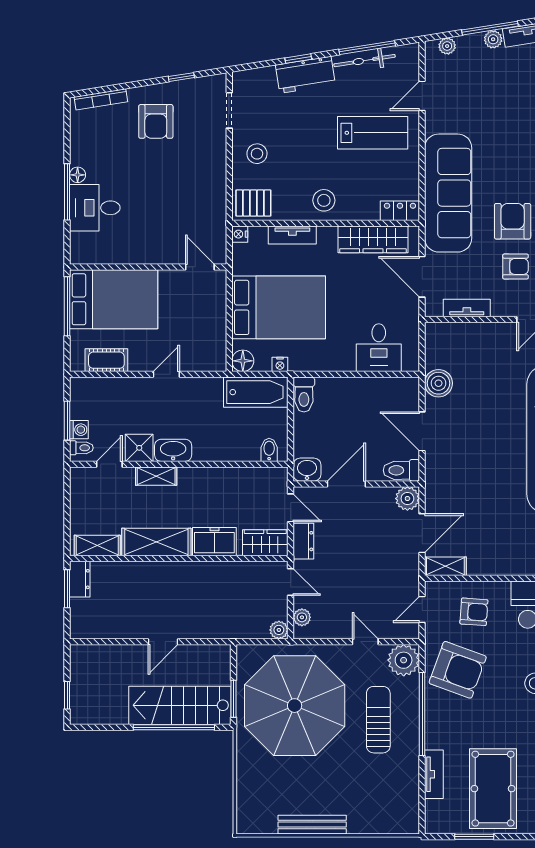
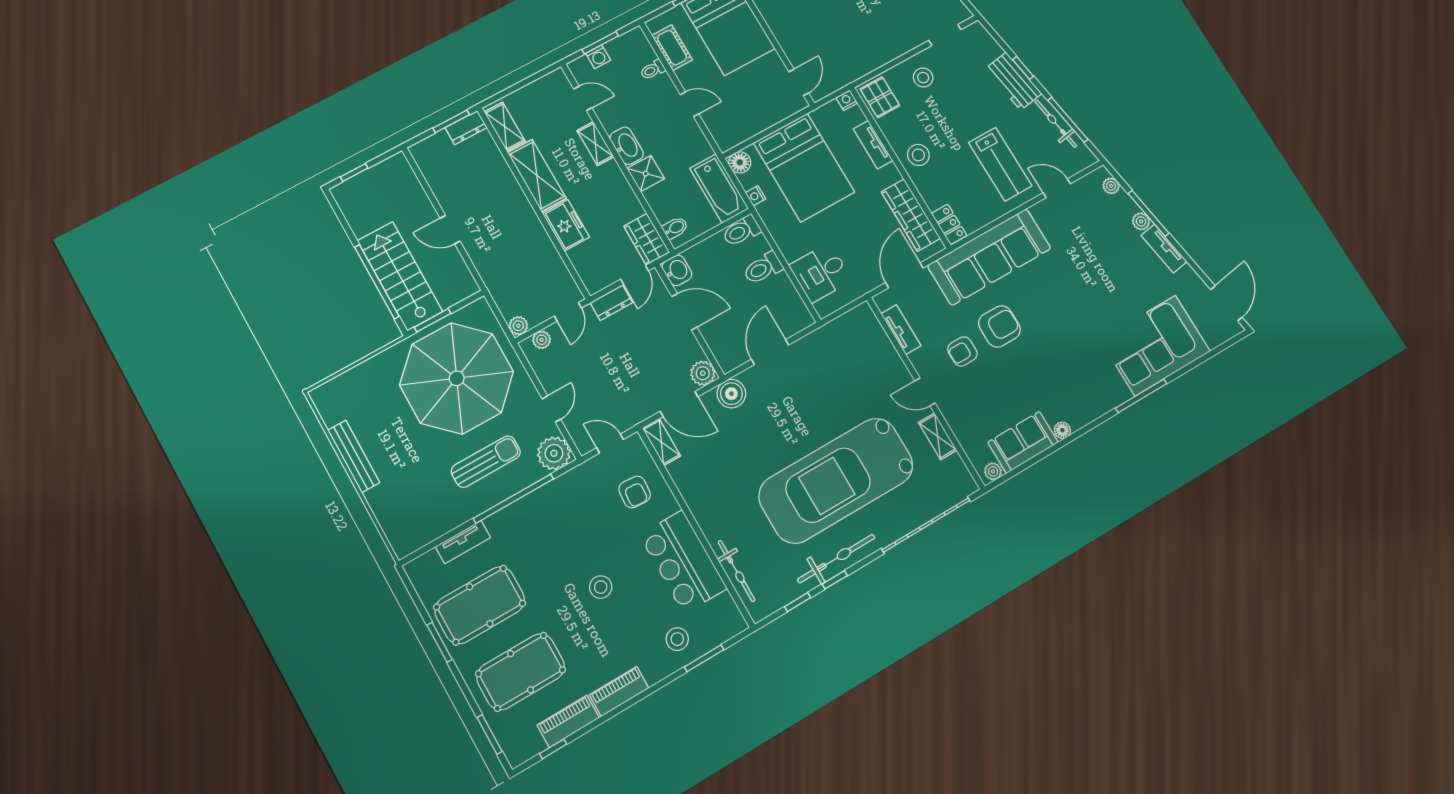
armchair: (515, 266) -> (962, 351), turned 90
boiler: (438, 383) -> (731, 394), moved
toilet: (81, 448) -> (653, 70), moved, turned 90
shower: (139, 448) -> (646, 174), moved
toilet: (401, 470) -> (763, 268), moved, turned -90
wardrobe: (265, 543) -> (647, 239), moved, turned 180
armchair: (458, 670) -> (573, 508), removed
window: (474, 837) -> (440, 642), moved

